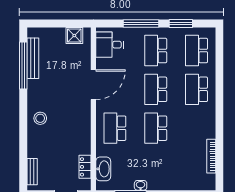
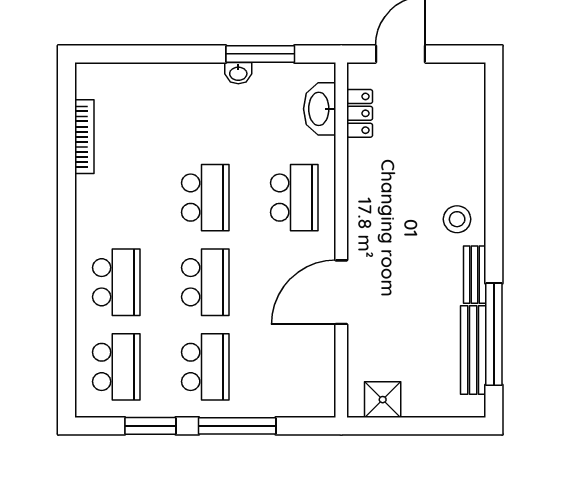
desk: (110, 45) -> (306, 380), removed
bench: (32, 172) -> (475, 275), moved

